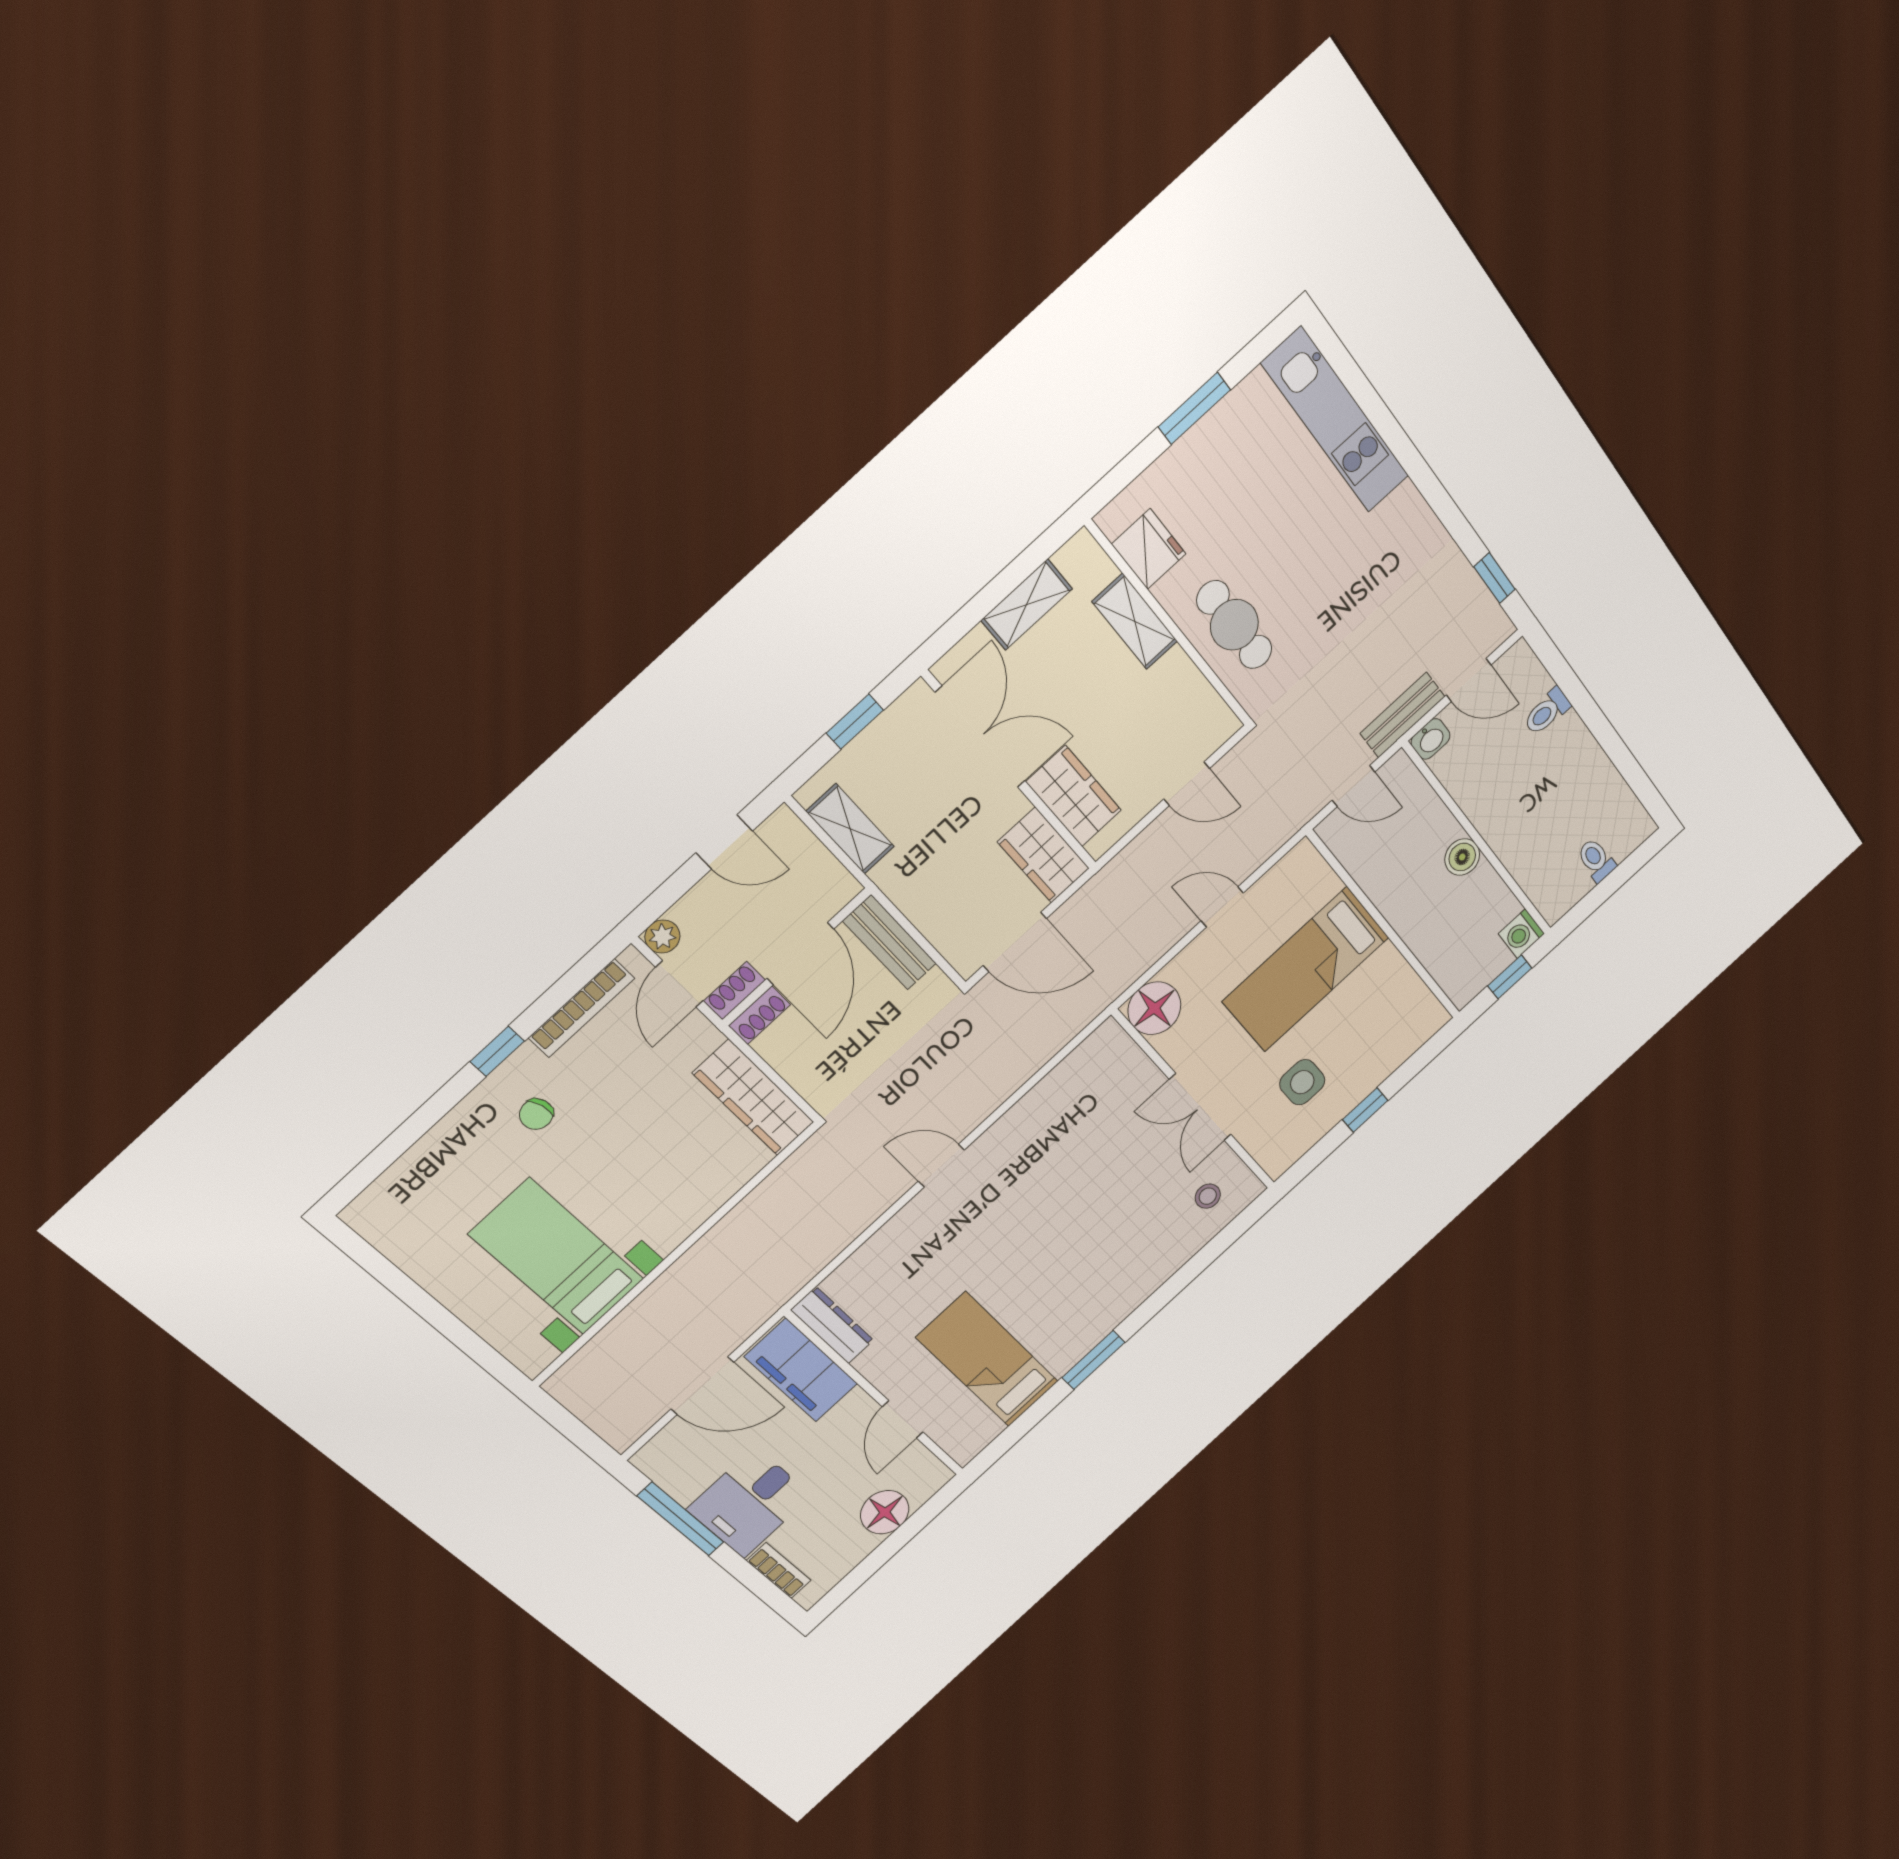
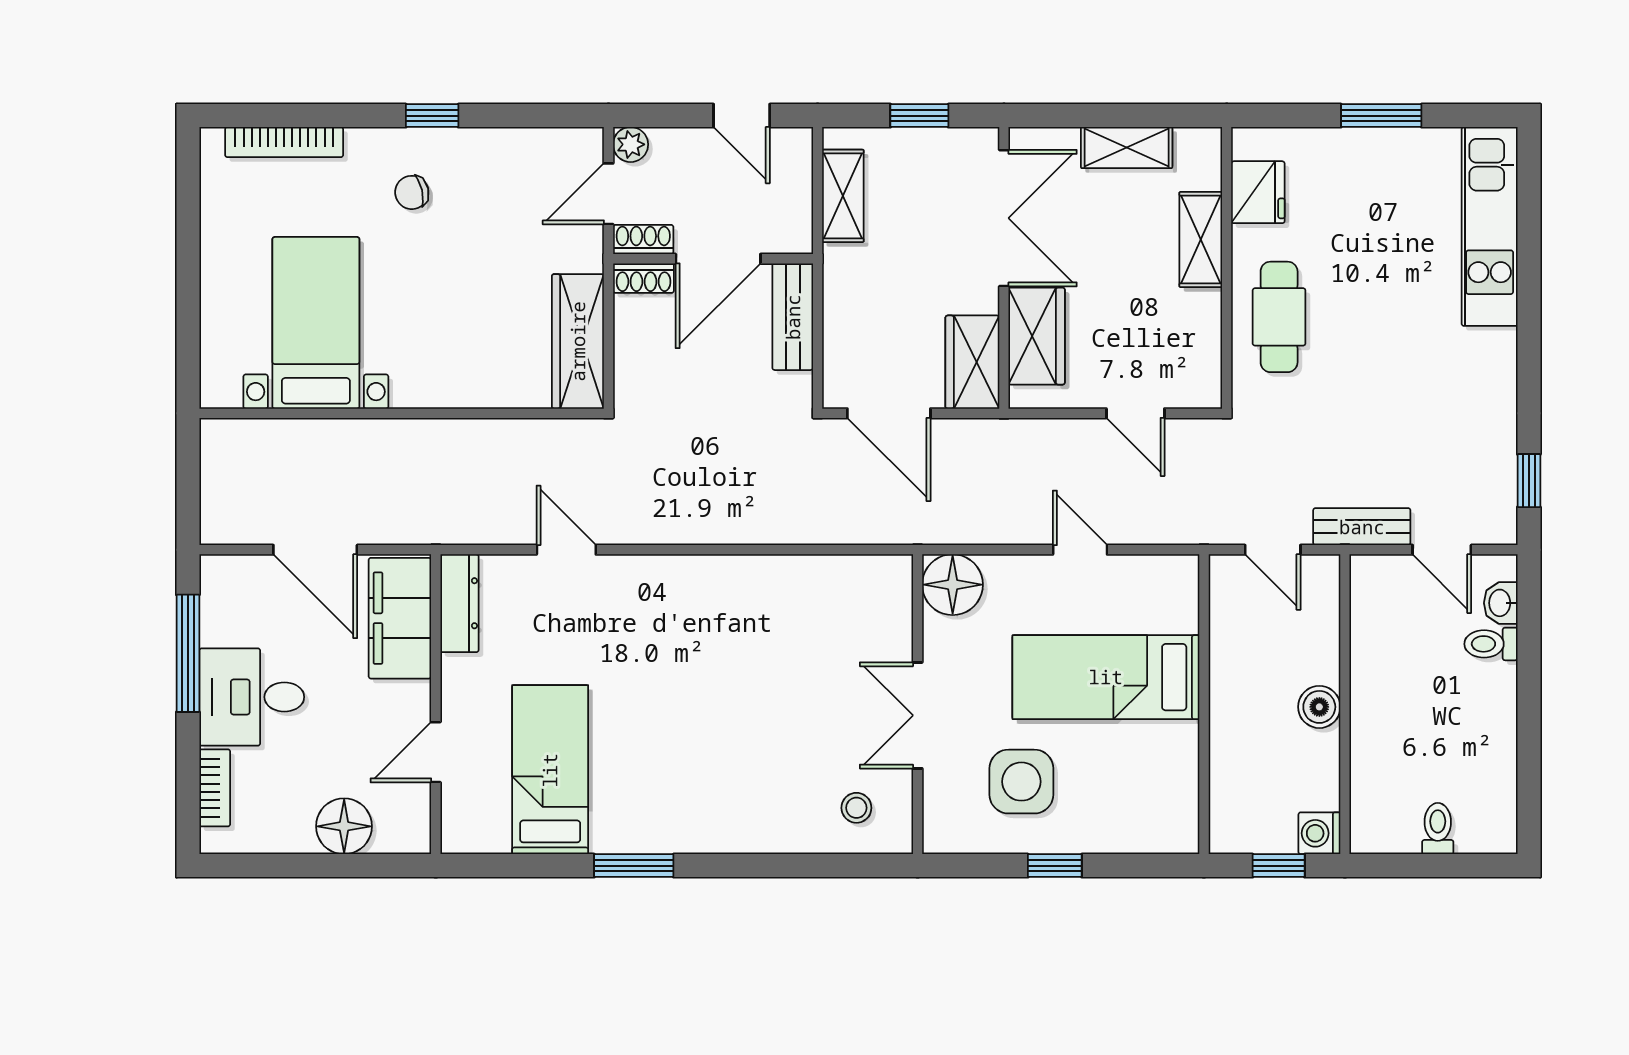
washbasin: (1431, 739) -> (1501, 603), moved, turned 90
bookcase: (581, 1008) -> (284, 142), moved
side table: (1302, 1082) -> (1021, 782), width x1.37, depth x1.37
door: (941, 1166) -> (566, 550), moved

